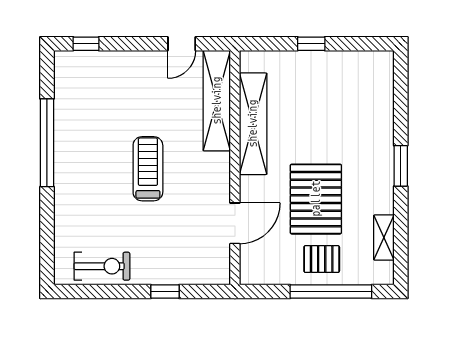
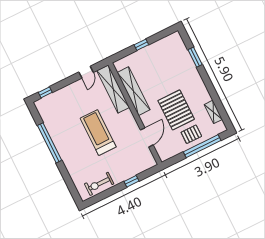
window: (401, 166) -> (195, 57), moved
treadmill: (148, 169) -> (98, 133), width x1.37, depth x1.38
exercise bike: (102, 266) -> (99, 184), turned 180

